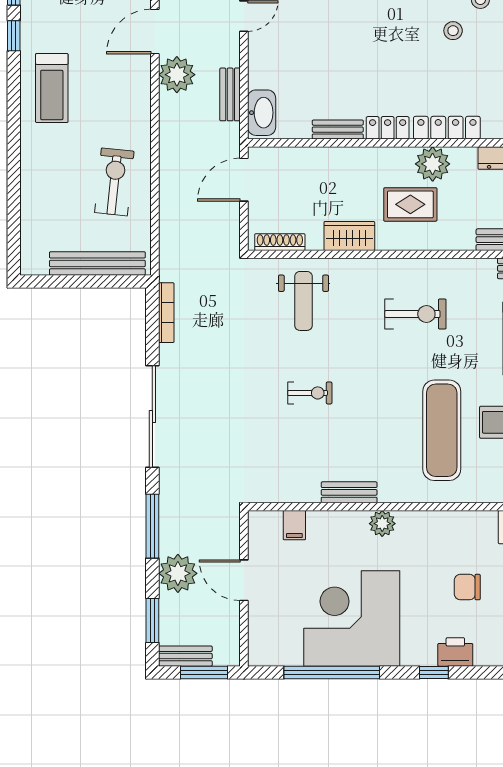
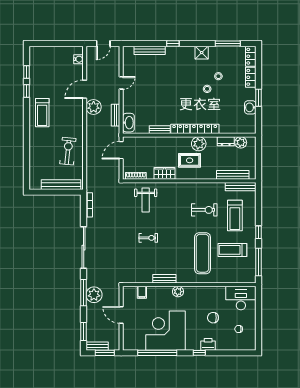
exercise bike: (415, 314) -> (204, 210), moved
plant: (178, 573) -> (94, 295), moved

